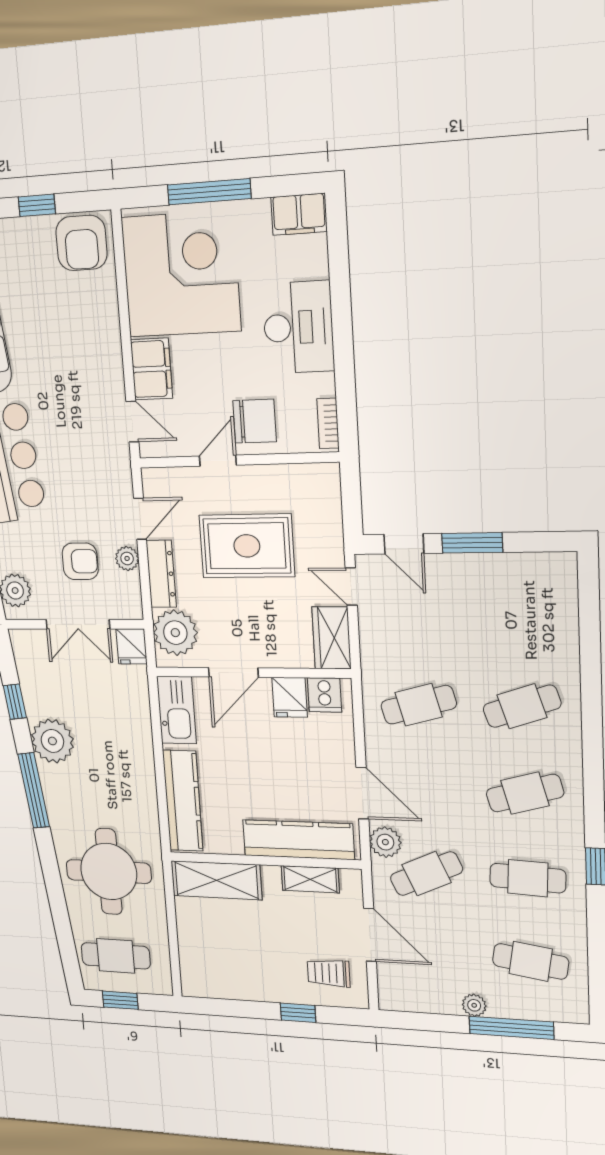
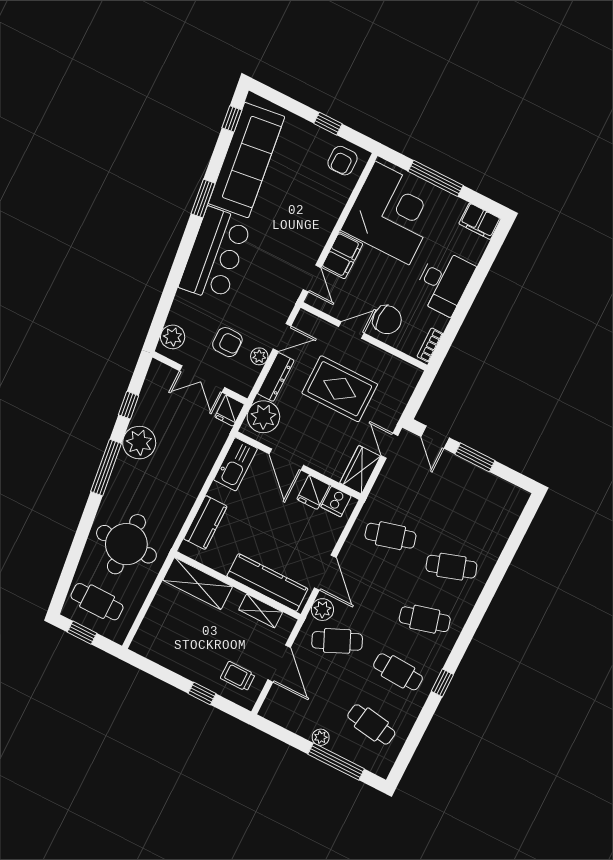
armchair: (81, 243) -> (342, 161), width x0.72, depth x0.72
door: (233, 672) -> (286, 459), hinge flipped
kitchen counter: (183, 801) -> (205, 523), width x0.67

